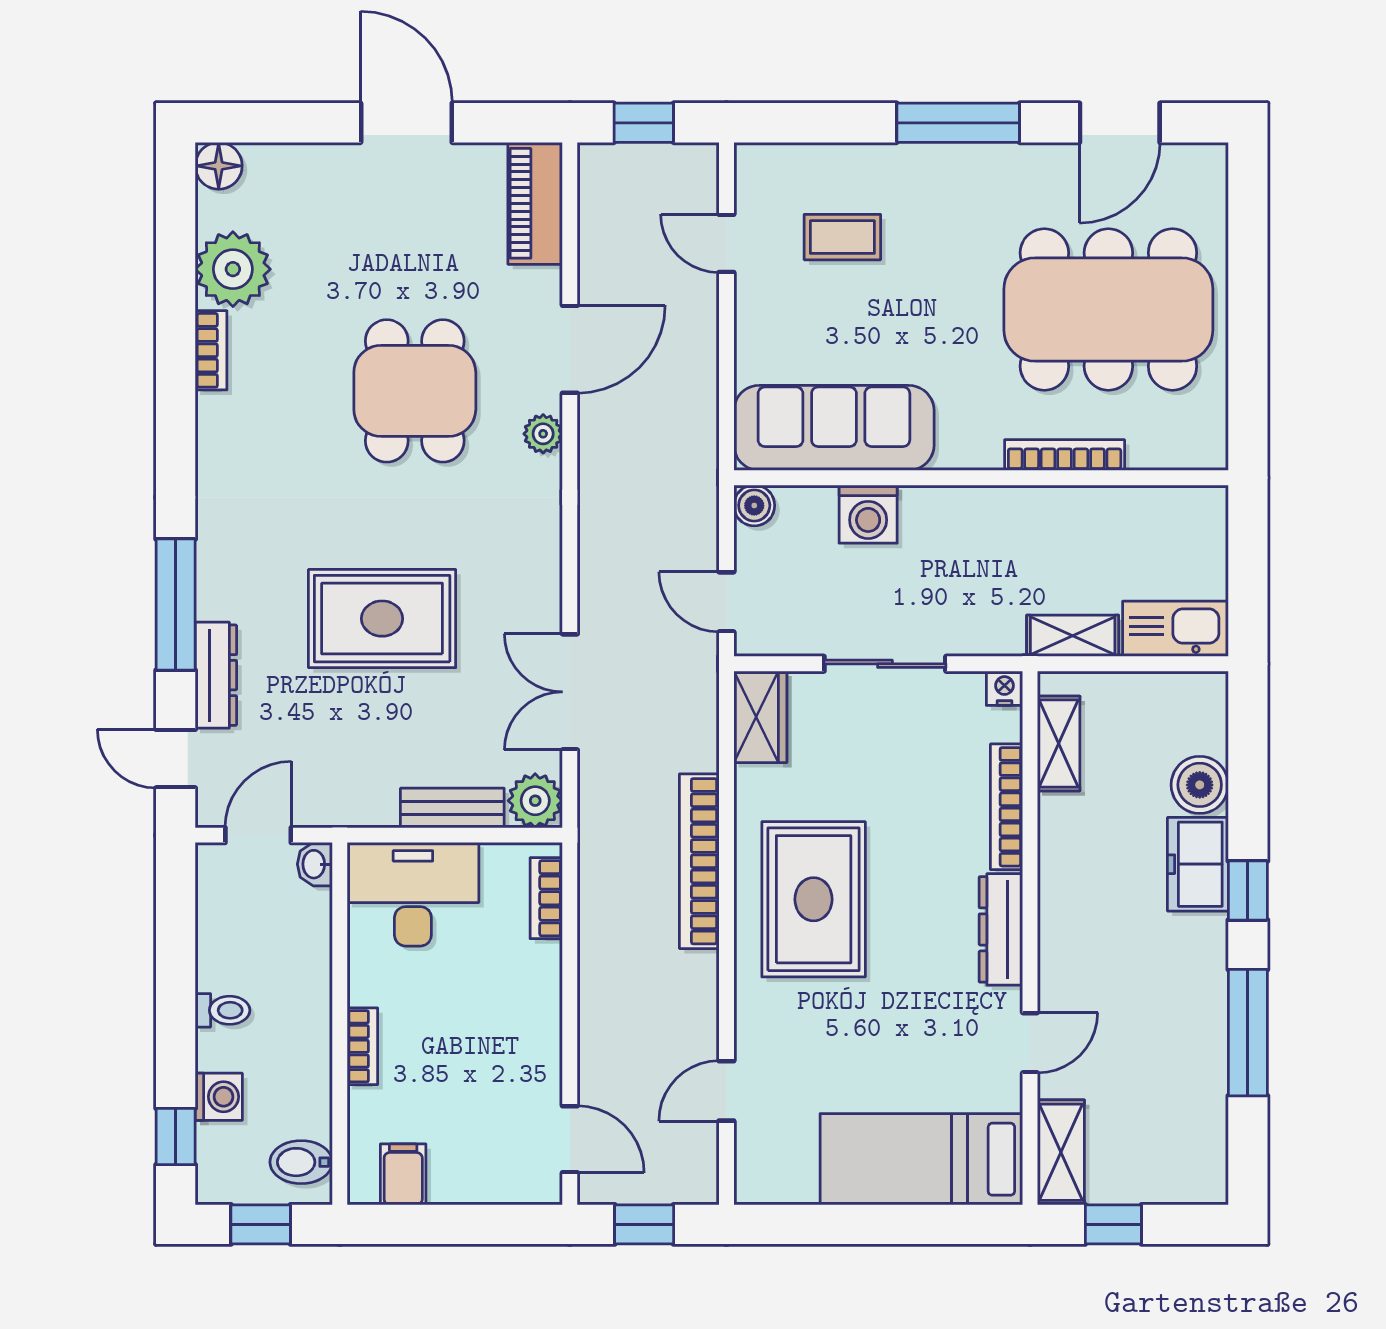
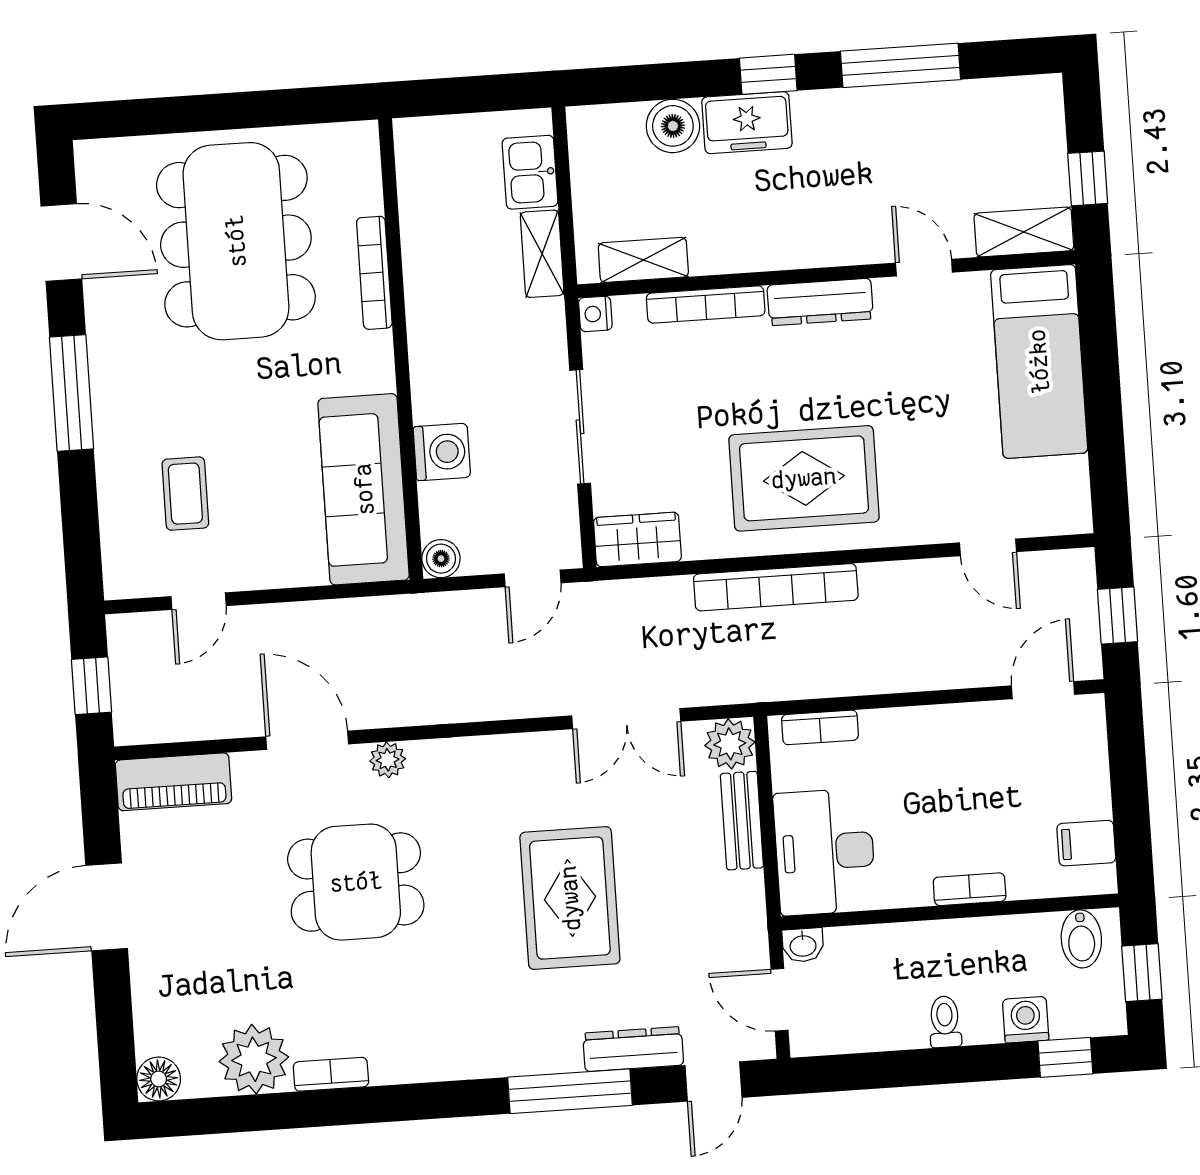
kitchen sink: (1175, 629) -> (530, 172), width x0.73

